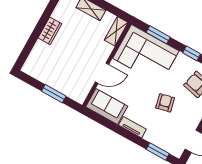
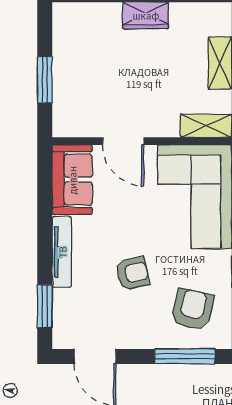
tv unit: (132, 127) -> (62, 252), width x1.41

